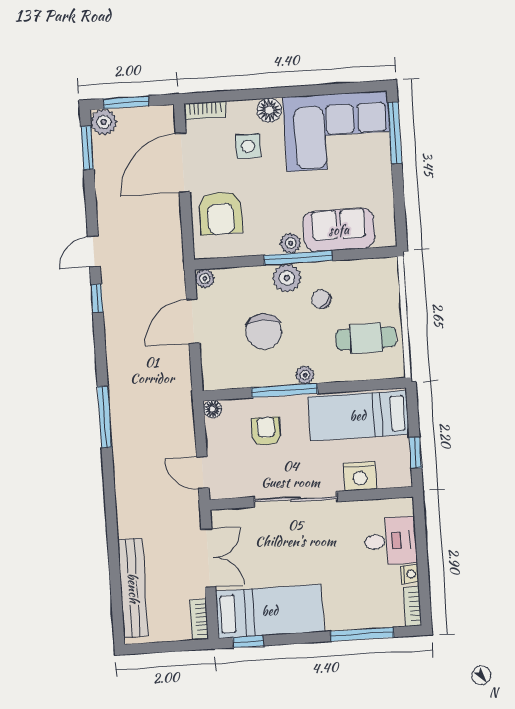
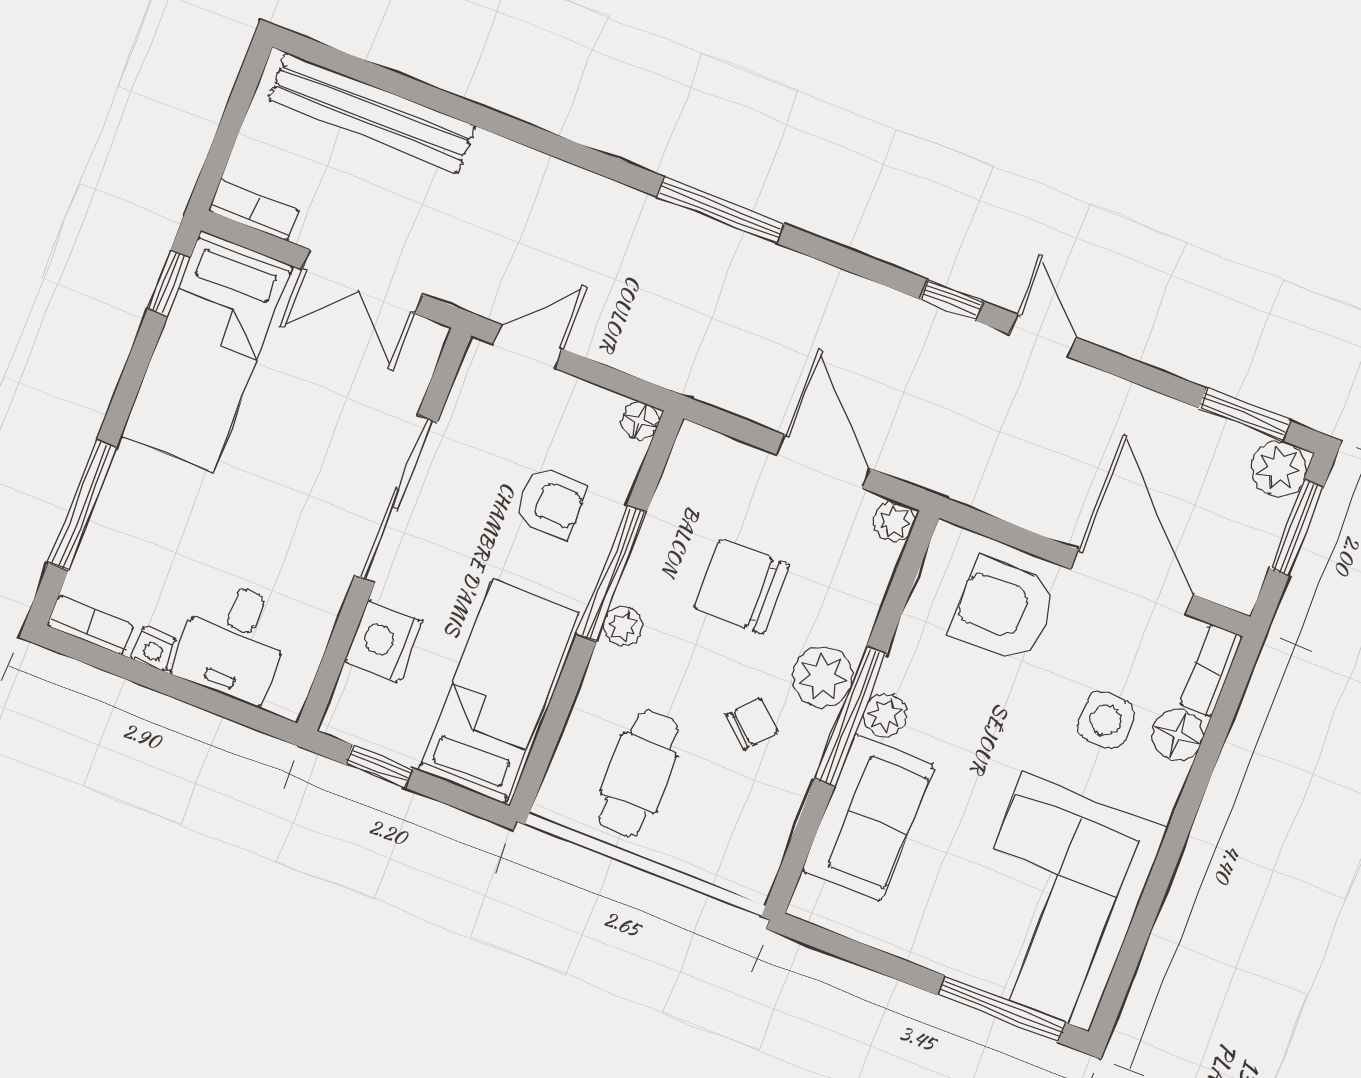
floor lamp: (269, 110) -> (1178, 735), moved

